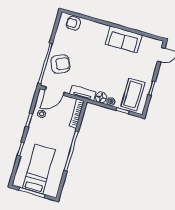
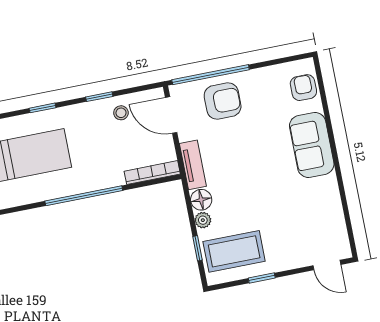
sofa: (124, 39) -> (312, 145), moved
armchair: (60, 64) -> (223, 101), turned -66

